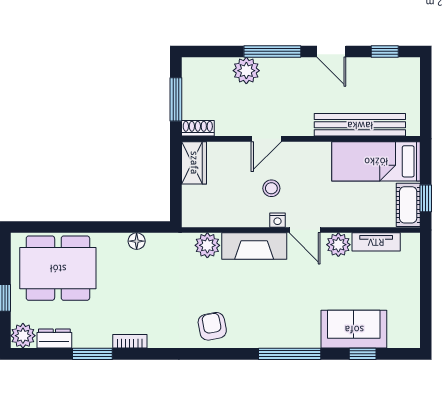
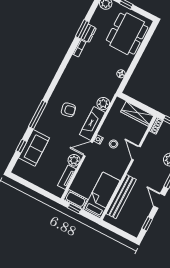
door: (331, 51) -> (159, 201), hinge flipped
wardrobe: (194, 163) -> (137, 114), width x1.50
armchair: (212, 326) -> (68, 110), moved
dresser: (54, 338) -> (89, 33), moved

